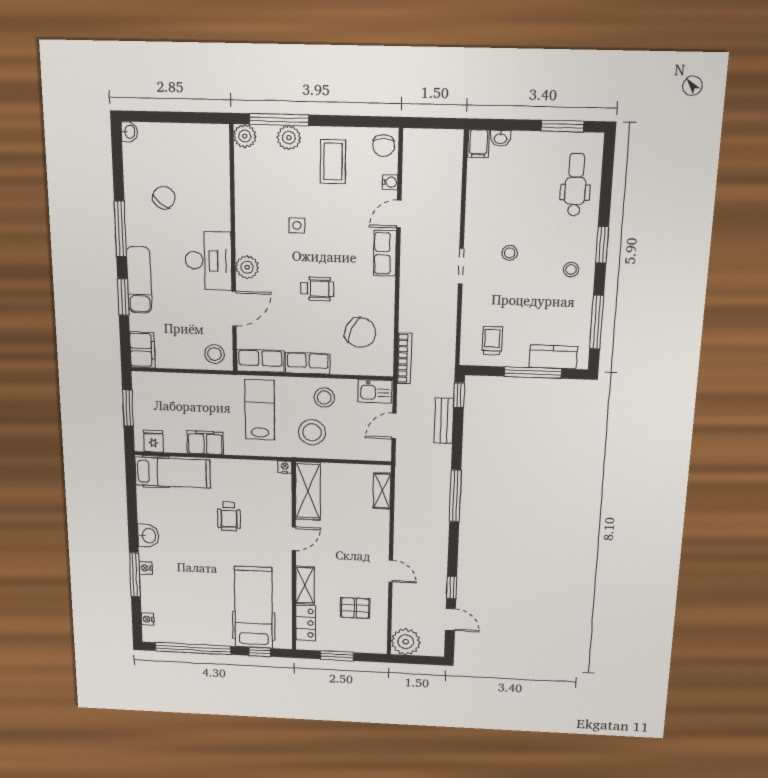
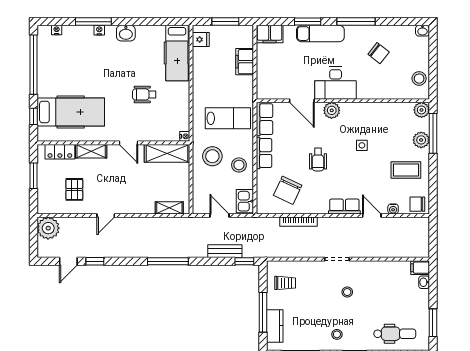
stool: (214, 354) -> (419, 79), moved
bookcase: (404, 358) -> (299, 222), moved
filing cabinet: (205, 443) -> (245, 62), moved, turned 180

